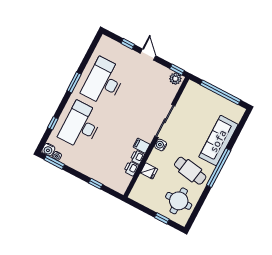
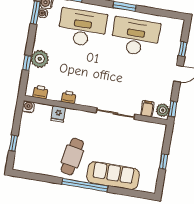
window: (220, 92) -> (164, 162), width x0.32
water cooler: (161, 145) -> (28, 107), moved
filing cabinet: (142, 146) -> (147, 109), moved
printer: (131, 168) -> (40, 92), moved
plant: (96, 171) -> (40, 59), added
round table: (179, 201) -> (37, 155), removed

